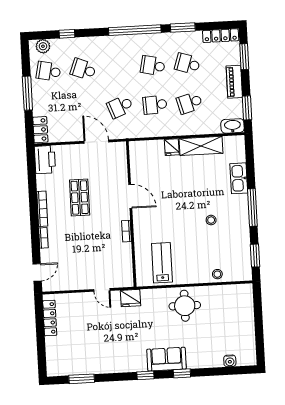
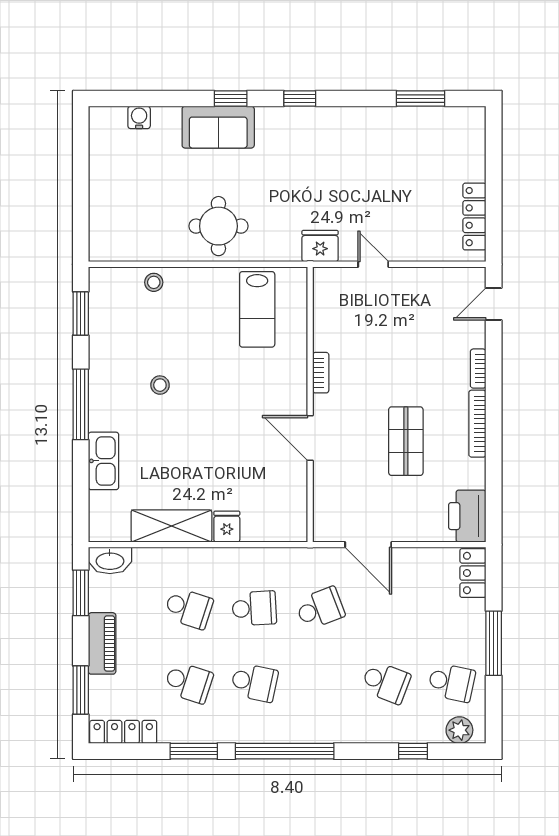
school desk: (190, 103) -> (189, 608), turned 33
sofa: (166, 359) -> (218, 127), moved

